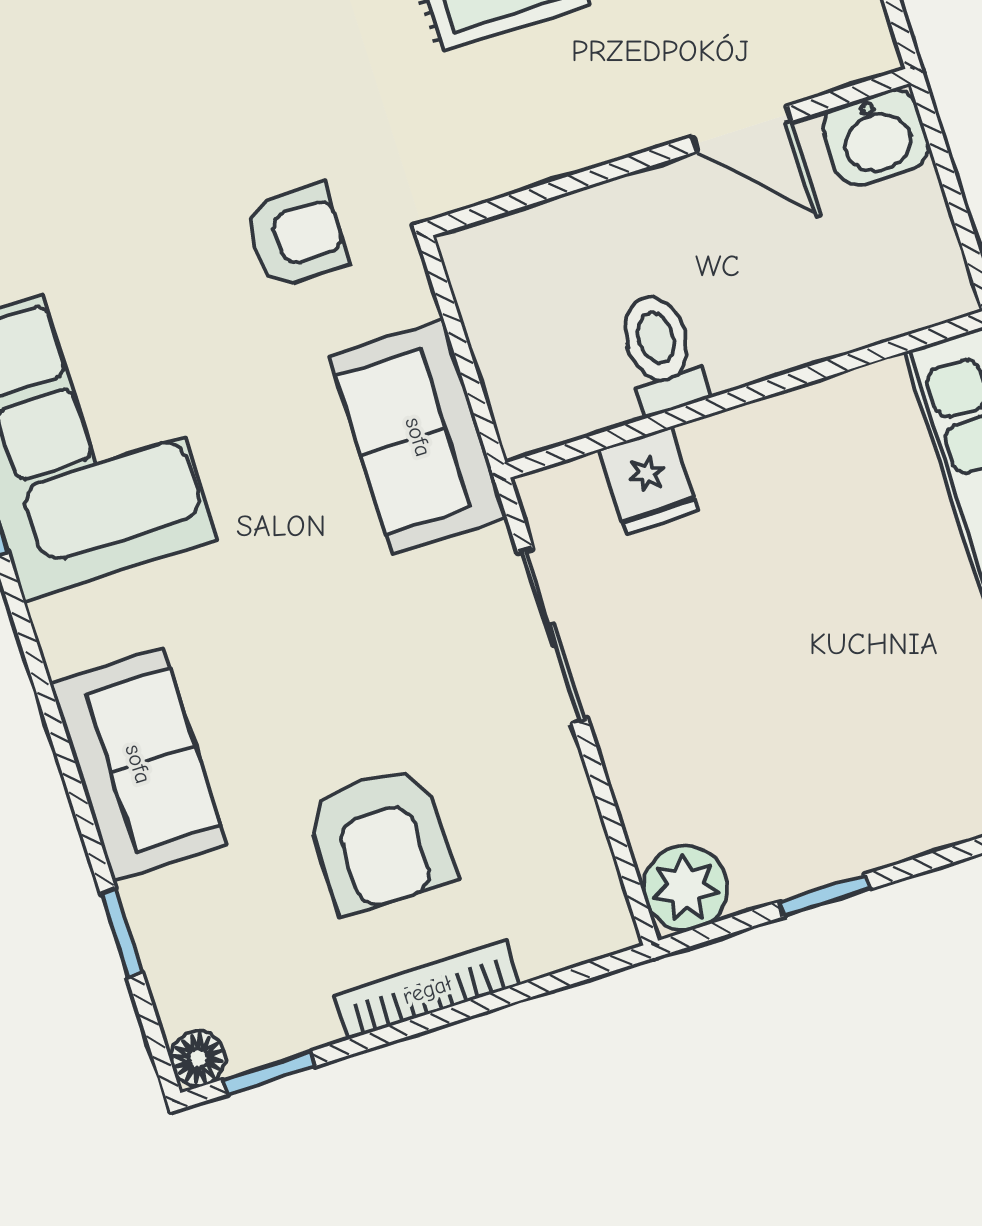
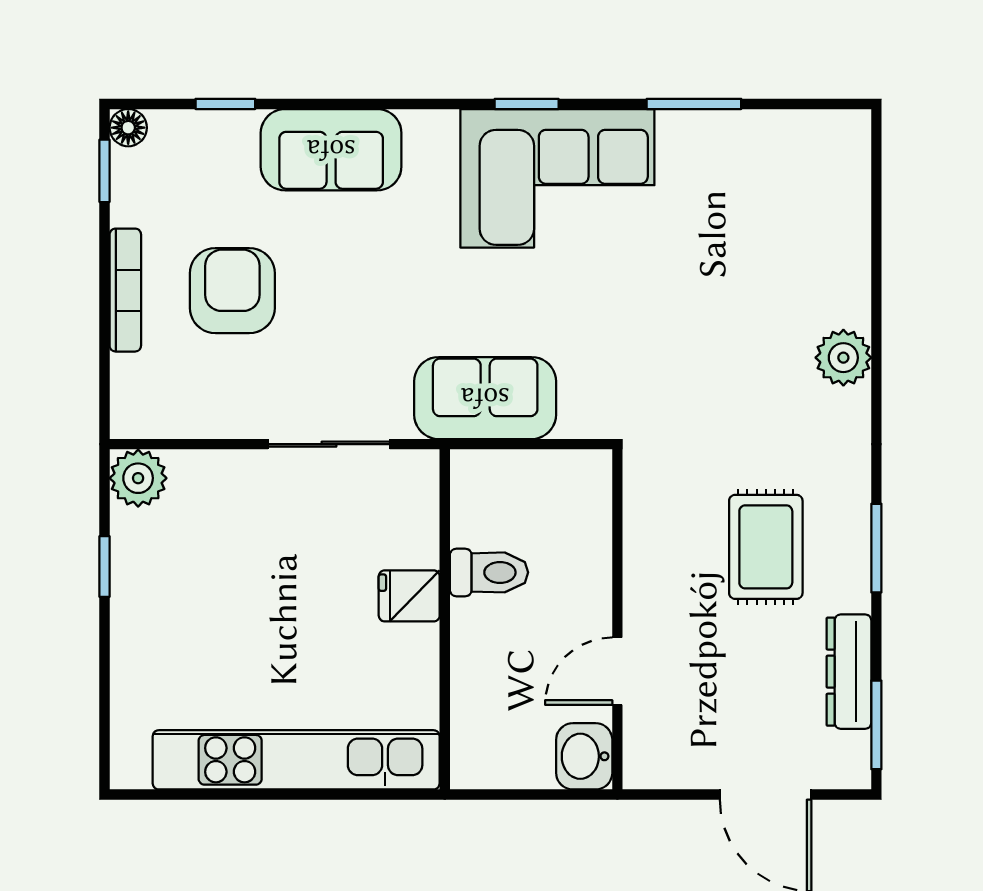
armchair: (296, 236) -> (640, 361), removed
fridge: (649, 480) -> (409, 596), moved
armchair: (380, 840) -> (232, 291), turned 90

